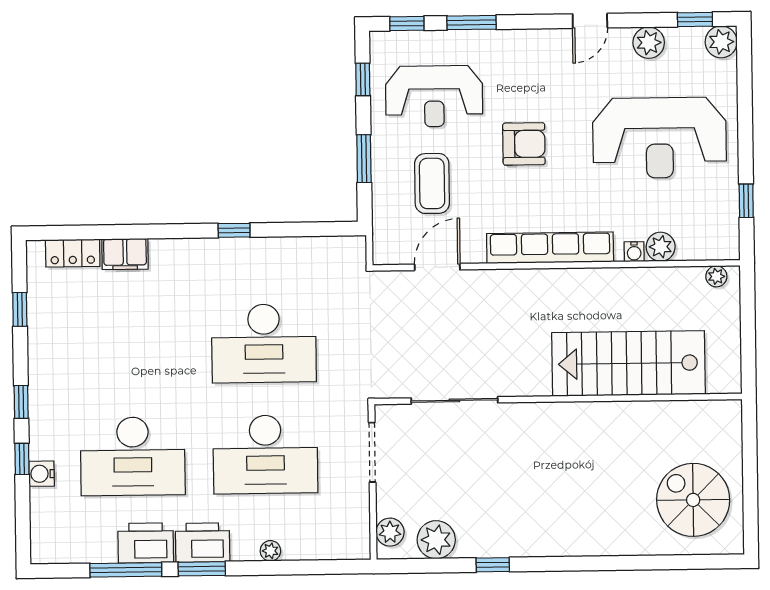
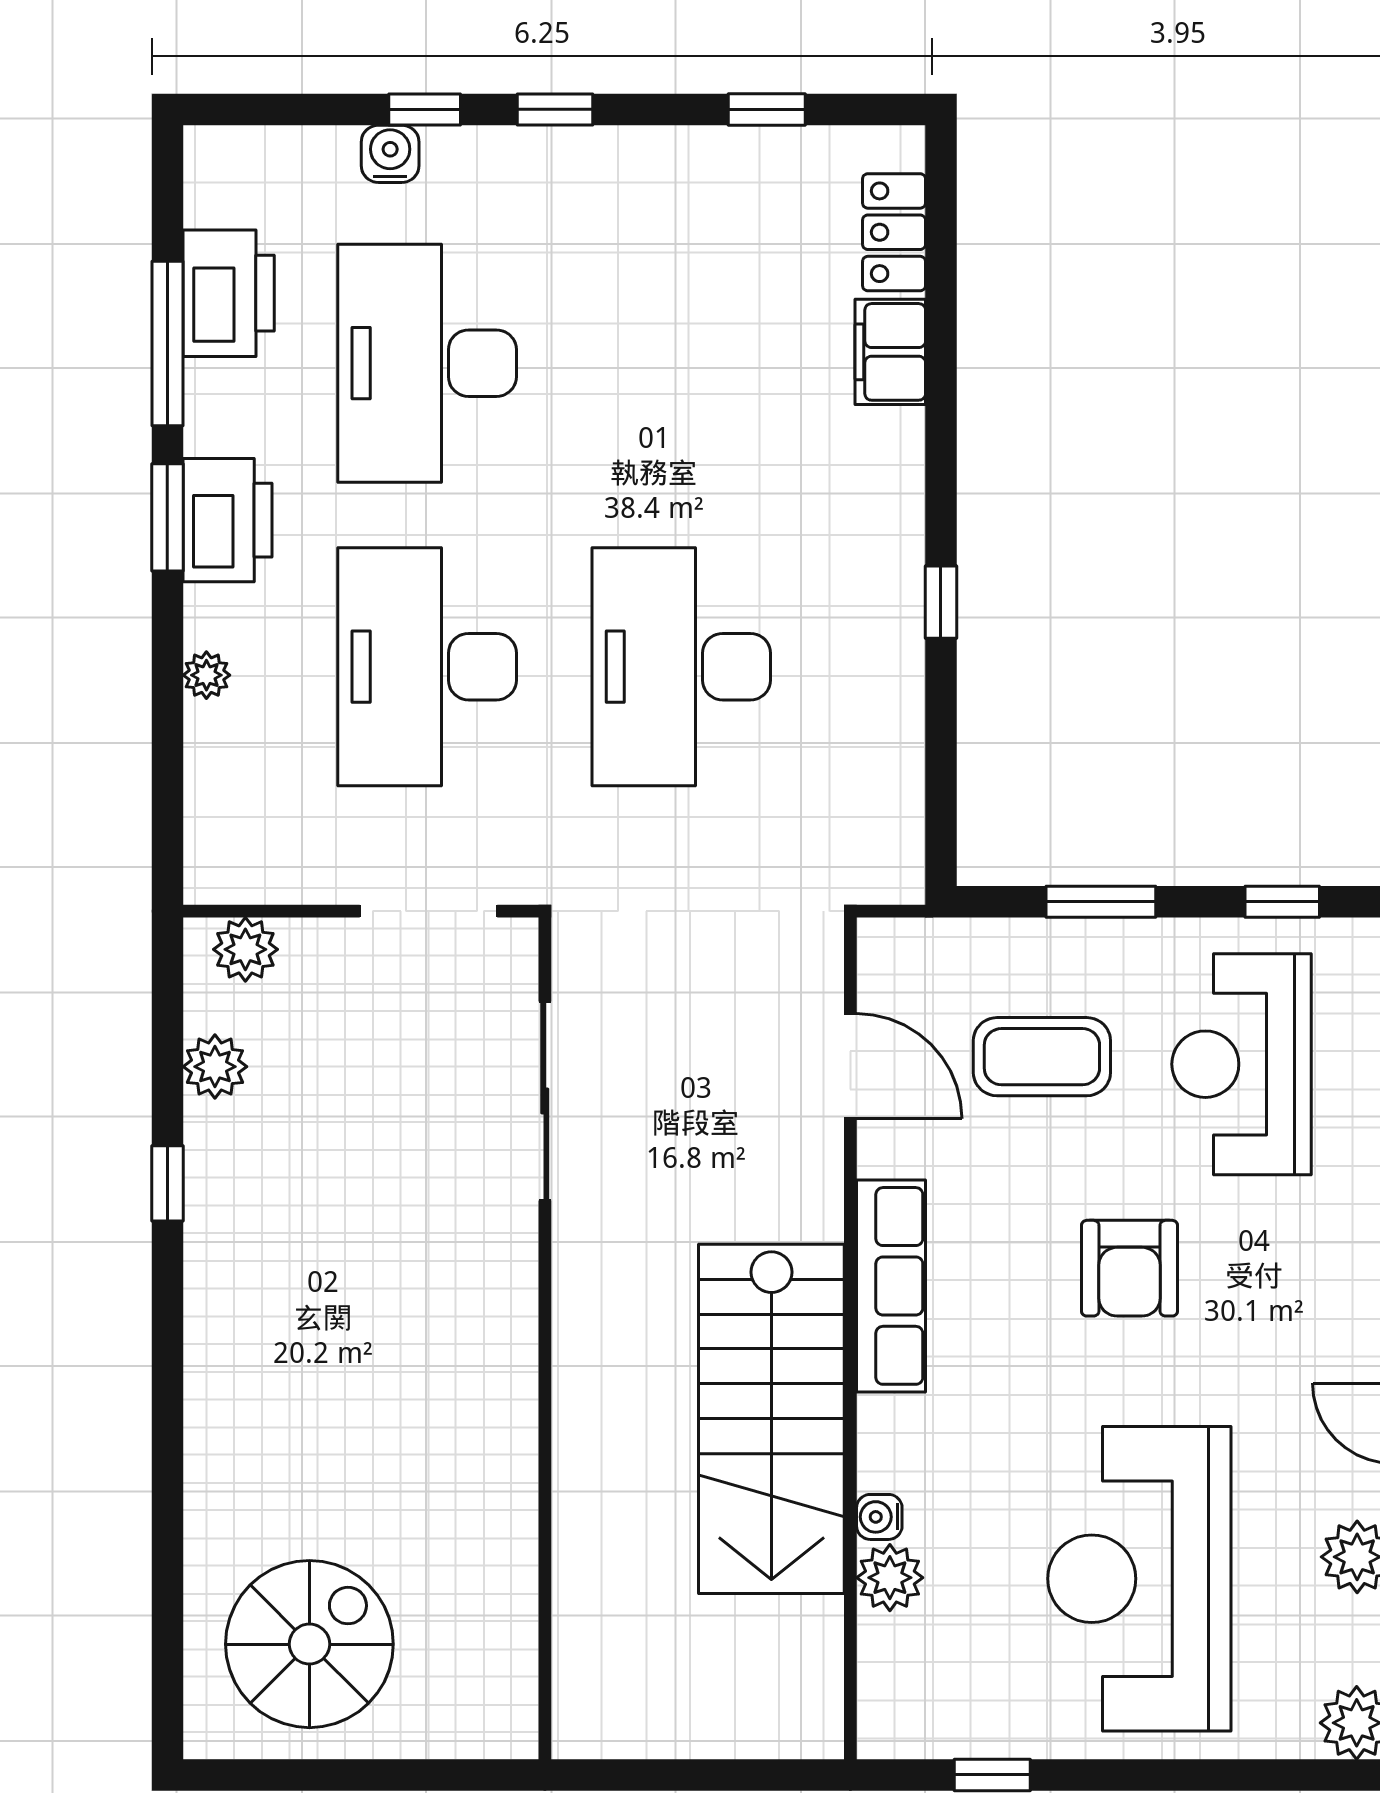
row of seats: (550, 248) -> (891, 1286), width x0.73
plant: (716, 276) -> (820, 1704), removed
stairs: (628, 363) -> (771, 1419), moved, turned 180
plant: (436, 540) -> (215, 1067), width x0.73, depth x0.73
printer: (146, 543) -> (229, 293), moved

